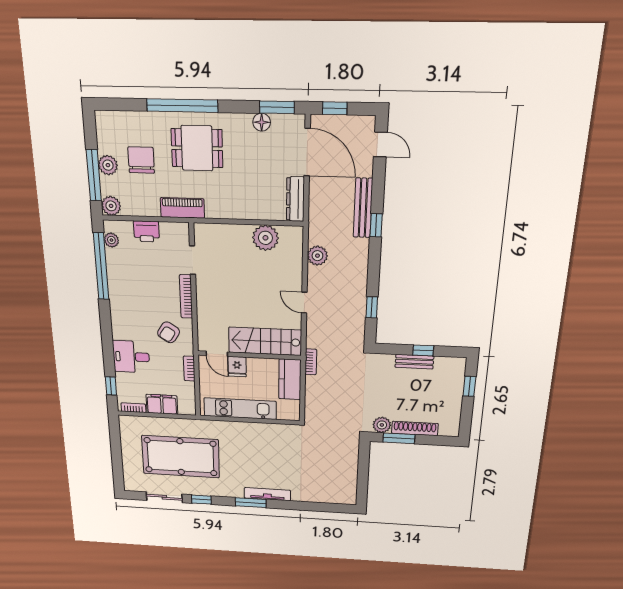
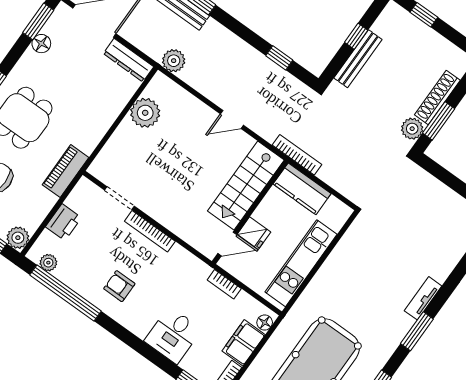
plant: (317, 256) -> (174, 61), moved
armchair: (169, 332) -> (119, 286), moved, turned 147
bookcase: (311, 362) -> (297, 155), width x1.56
bench: (414, 362) -> (358, 59), width x1.36
floor lamp: (185, 409) -> (265, 323), added
tv unit: (267, 494) -> (423, 298), width x0.71

